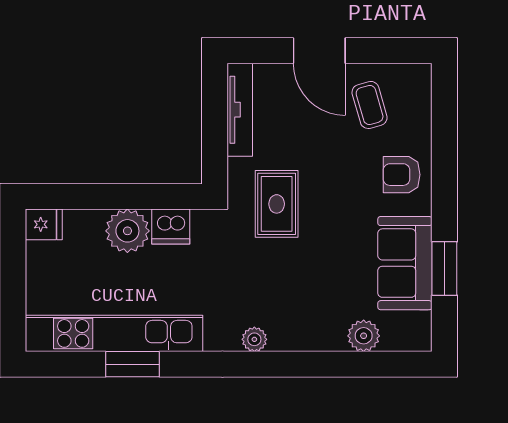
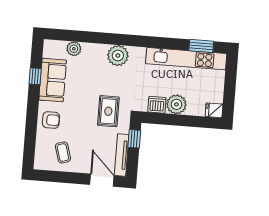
door: (319, 51) -> (102, 180), moved
window: (215, 148) -> (134, 139), added
window: (444, 268) -> (35, 76), width x0.67
plant: (254, 339) -> (118, 56), width x1.88, depth x1.88
window: (132, 364) -> (201, 46), moved

